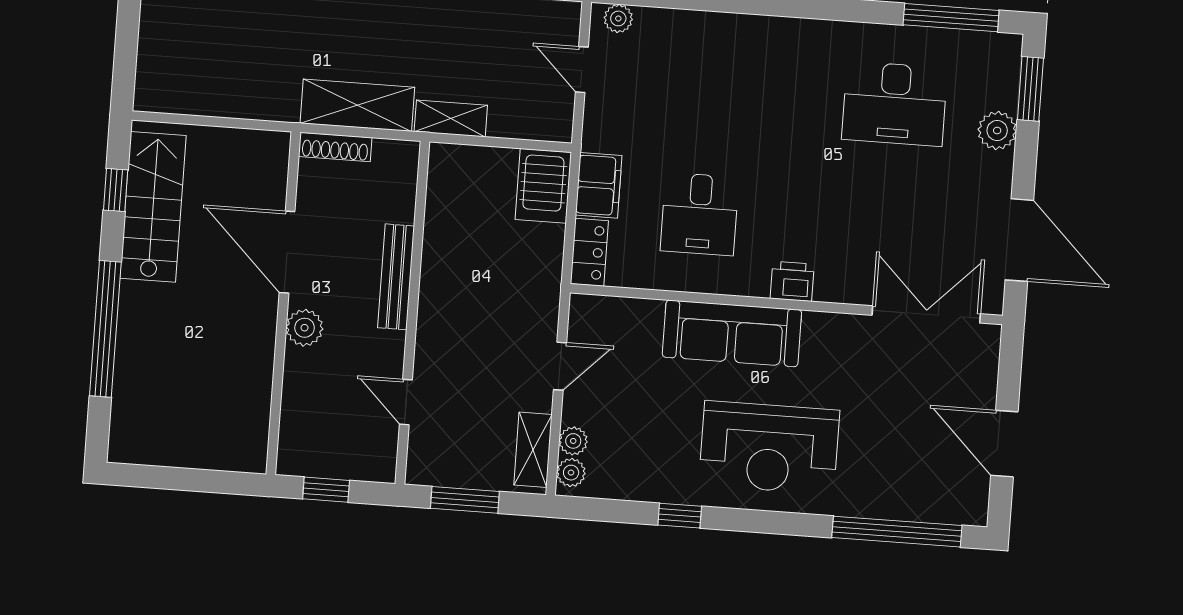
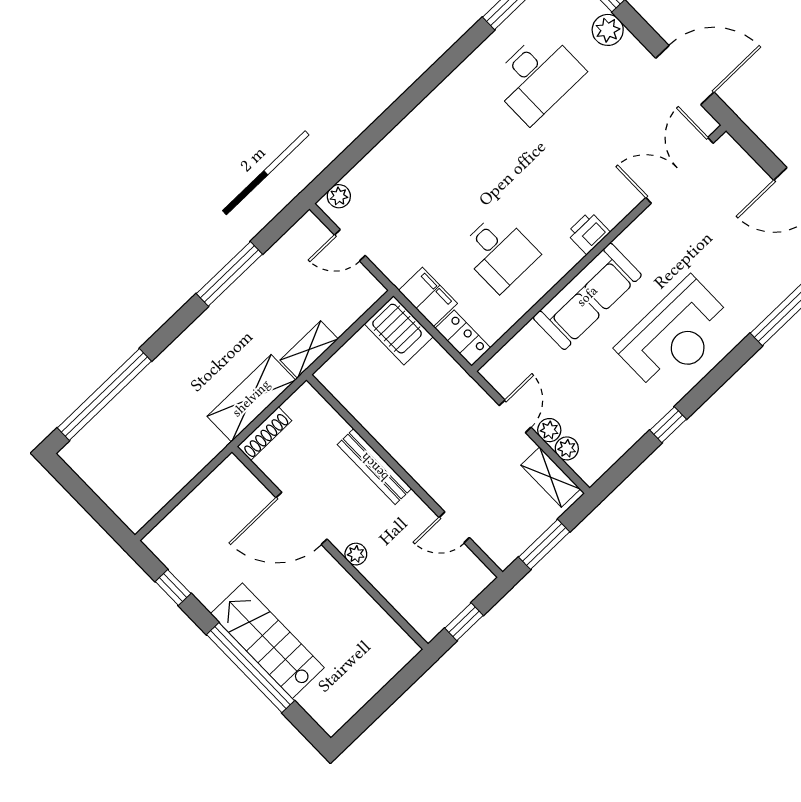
stairs: (153, 207) -> (267, 641), moved
plant: (305, 328) -> (356, 554), width x0.73, depth x0.73
plant: (571, 473) -> (549, 430), moved

